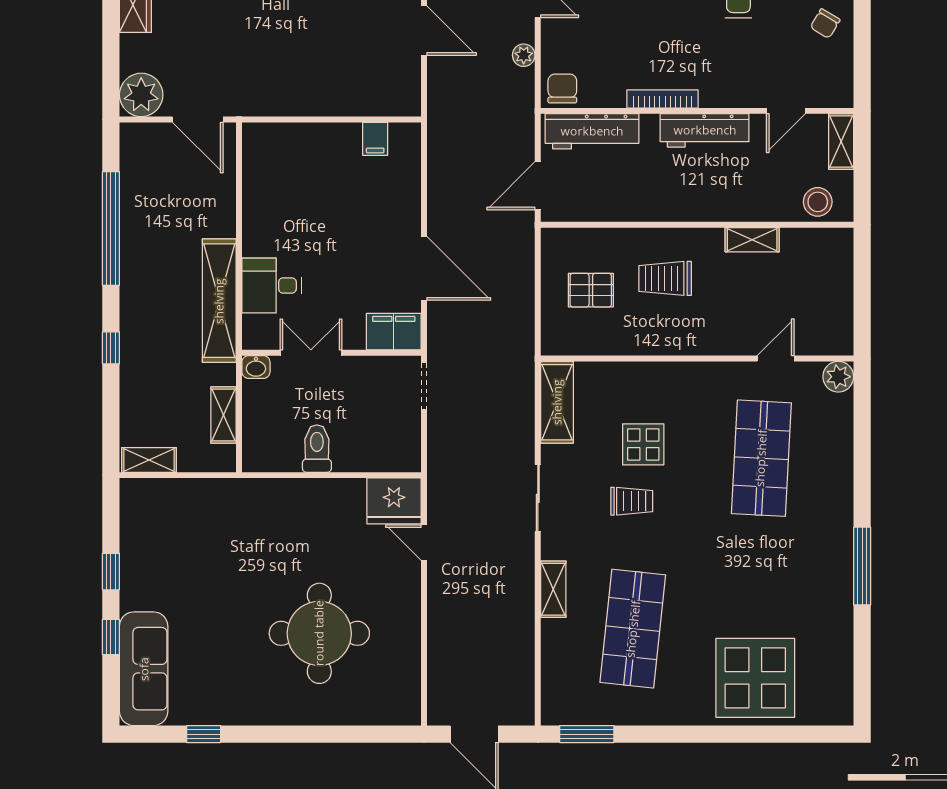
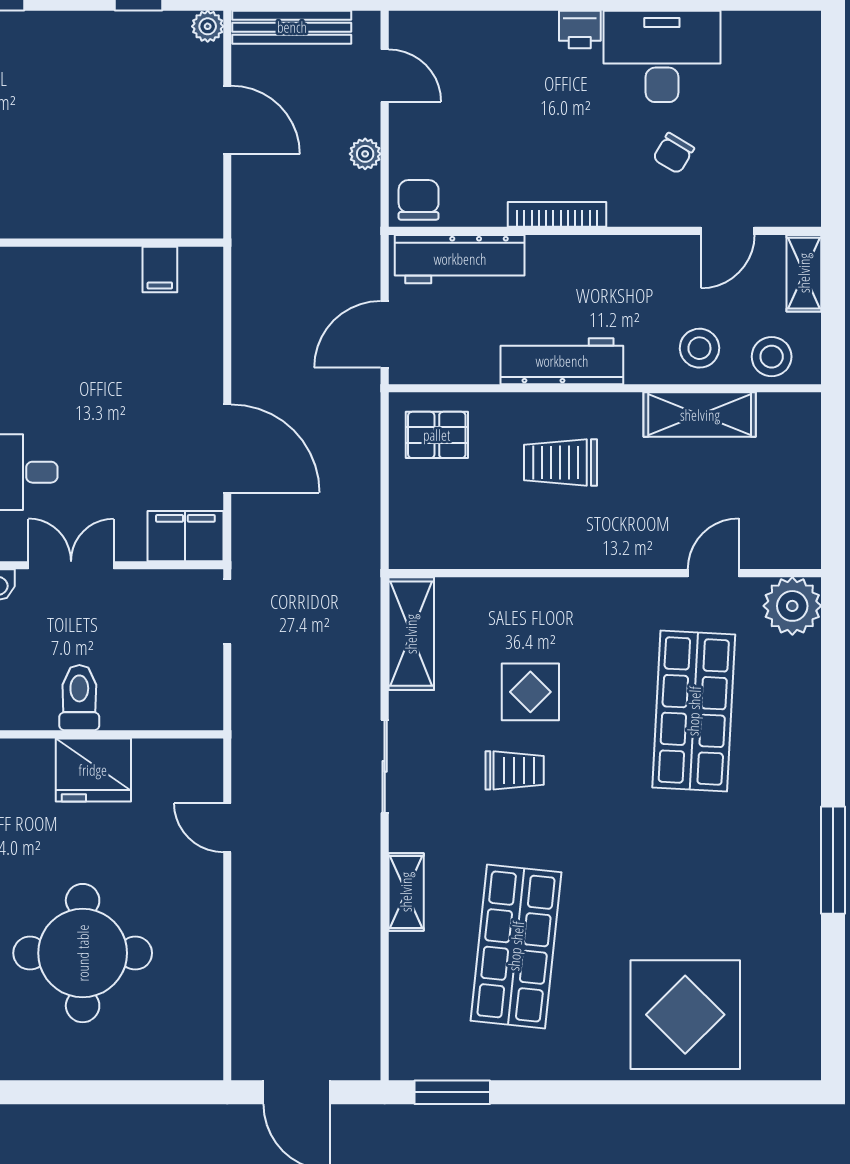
chair: (825, 24) -> (674, 153), moved
workbench: (705, 130) -> (562, 361), moved, turned 180
stool: (766, 196) -> (699, 348), added
shelving: (752, 240) -> (700, 415), width x1.50, depth x1.33
pallet: (591, 290) -> (437, 435), moved
plant: (838, 377) -> (792, 606), width x1.36, depth x1.36
fridge: (394, 501) -> (93, 770), moved

